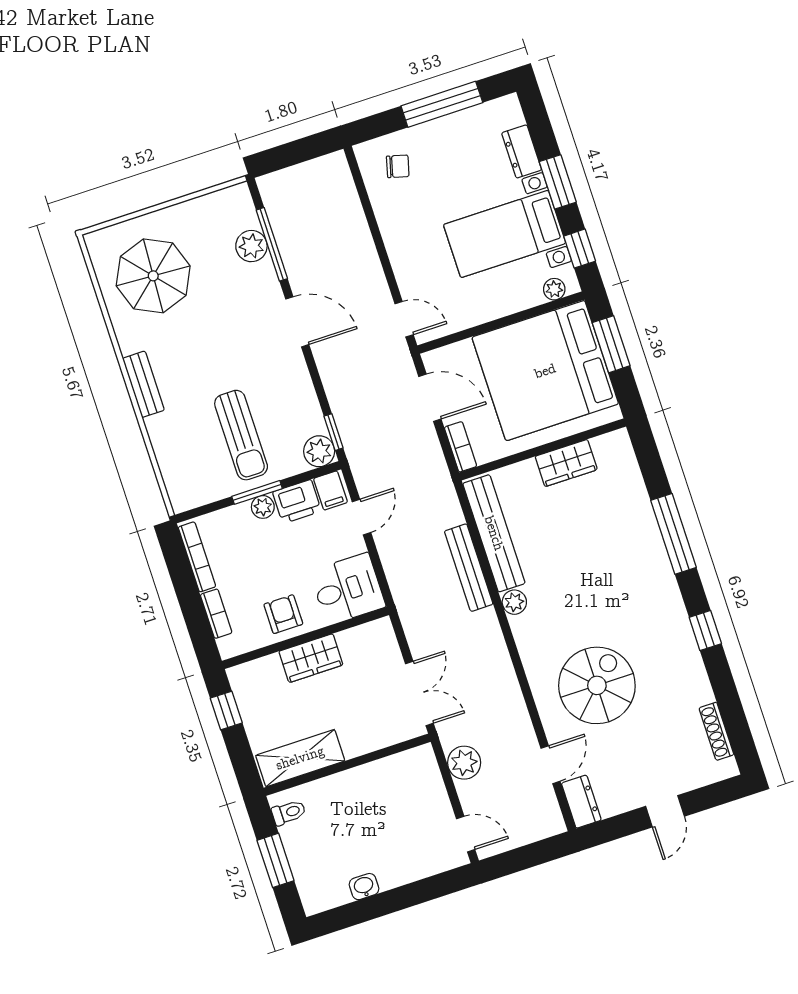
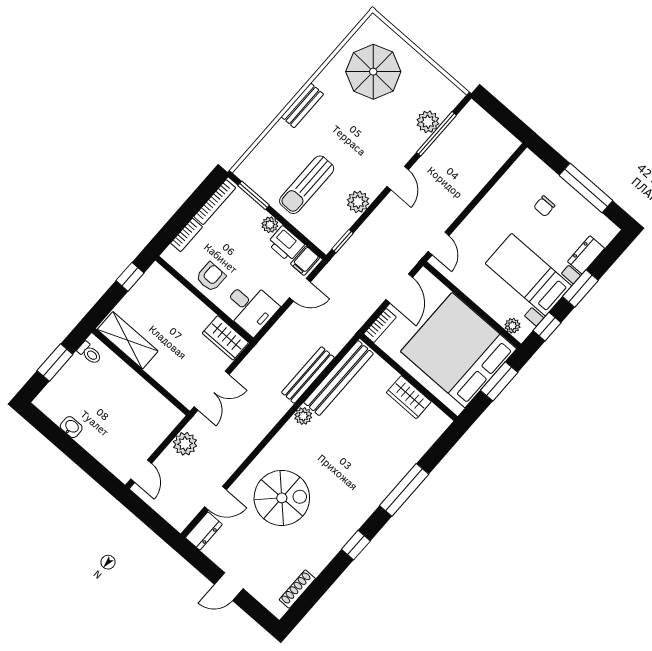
chair: (398, 166) -> (544, 206), moved, turned 75
door: (297, 322) -> (398, 178), width x0.73
plant: (319, 451) -> (358, 202), moved
window: (257, 492) -> (254, 195), moved
wardrobe: (311, 658) -> (225, 338), moved

